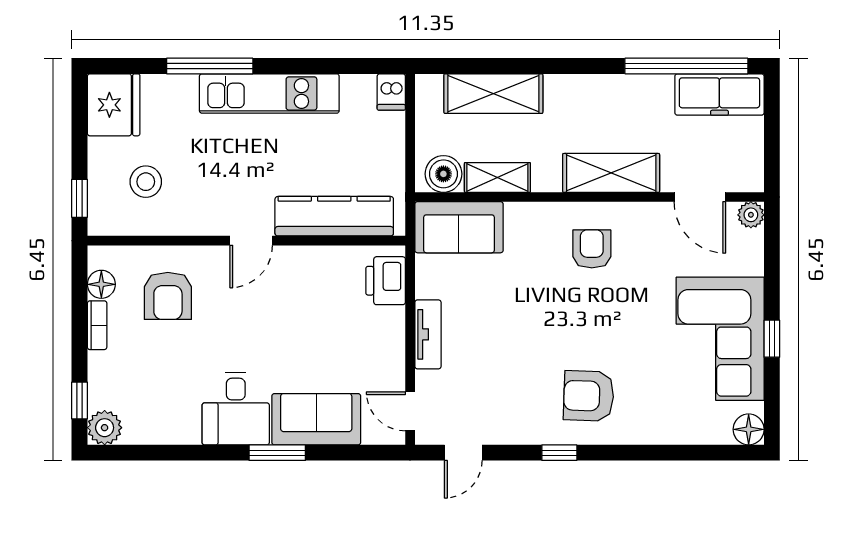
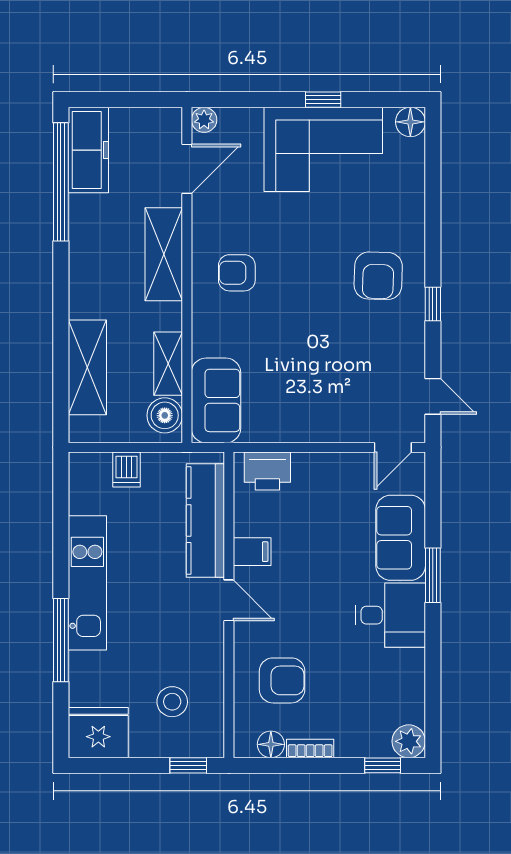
dishwasher: (391, 92) -> (126, 470), moved, turned 90
filing cabinet: (302, 265) -> (252, 552), added
tv unit: (428, 334) -> (319, 430), removed

